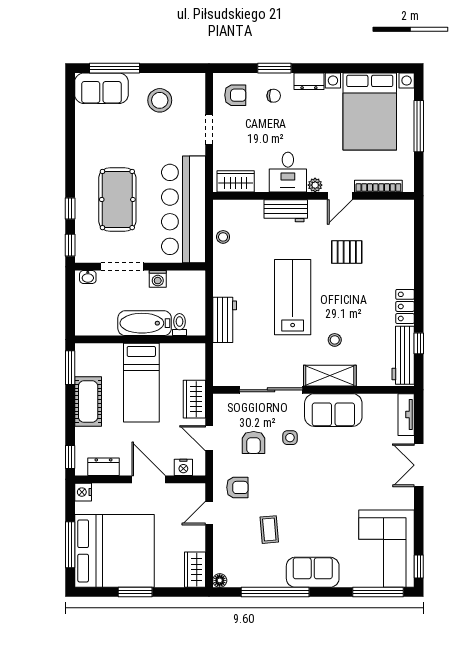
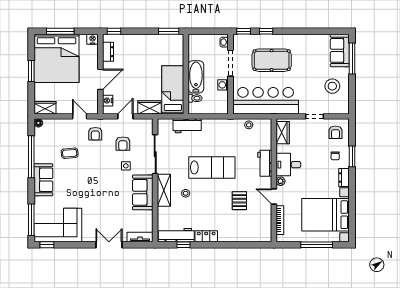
workbench: (225, 320) -> (187, 126), moved
bed: (141, 383) -> (173, 90), moved, turned 90
cot: (88, 402) -> (148, 42), removed
armchair: (254, 442) -> (123, 144), turned -90

